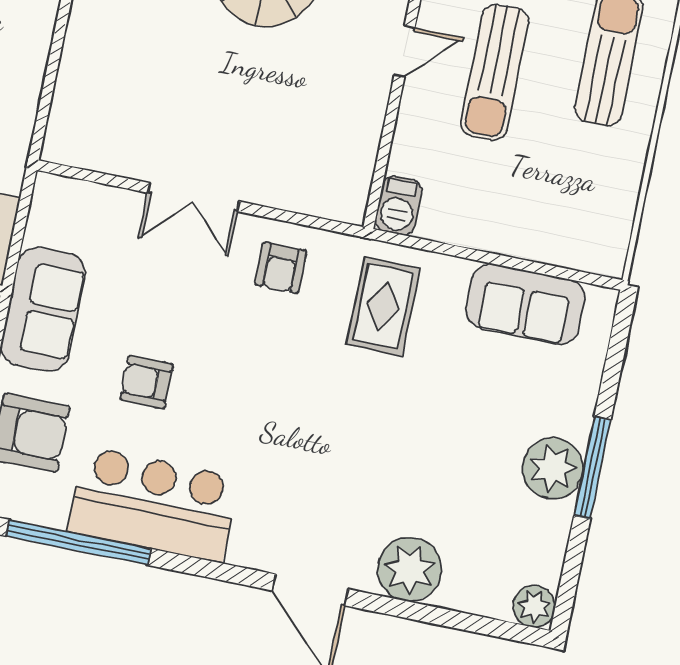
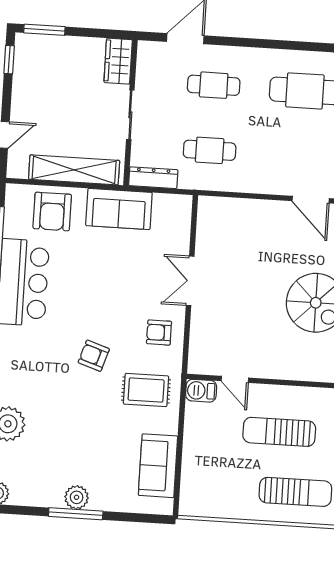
door: (405, 51) -> (235, 379), moved
armchair: (146, 382) -> (94, 356), moved, turned -72
plant: (553, 468) -> (77, 497), width x0.73, depth x0.73

